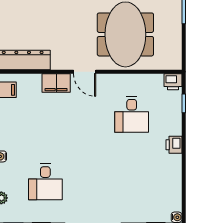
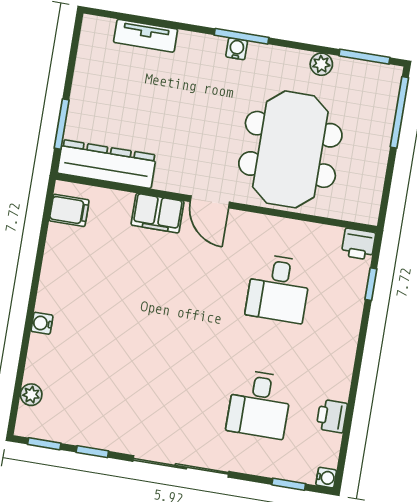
printer: (174, 145) -> (332, 416), moved
desk: (45, 182) -> (259, 404), moved

